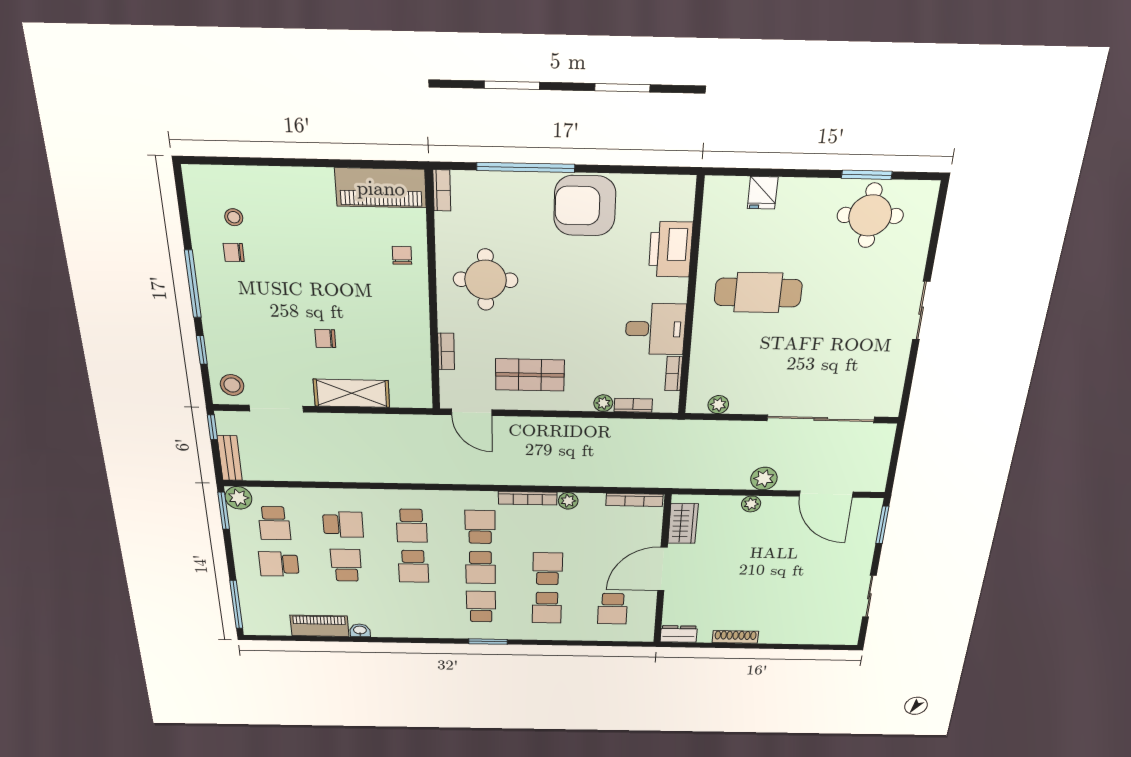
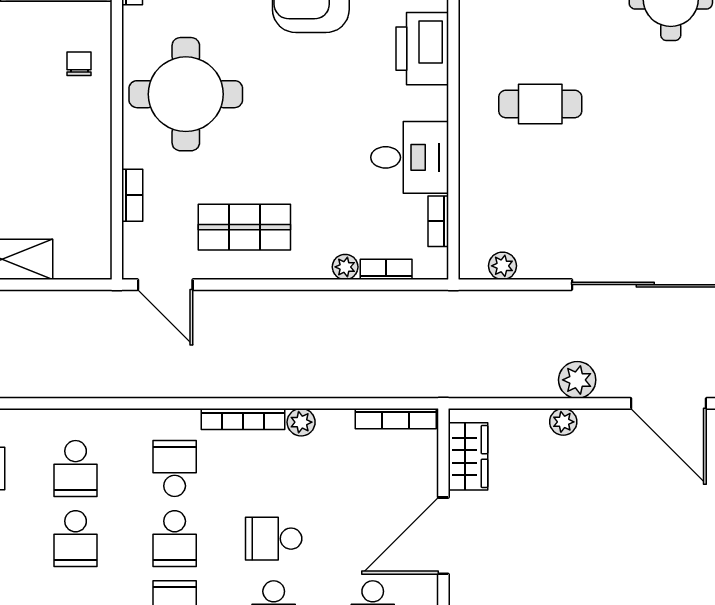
round table: (486, 280) -> (186, 94), width x1.36, depth x1.36
cafe table: (758, 293) -> (540, 104), width x0.73, depth x0.74
school desk: (548, 569) -> (274, 539), turned -90

